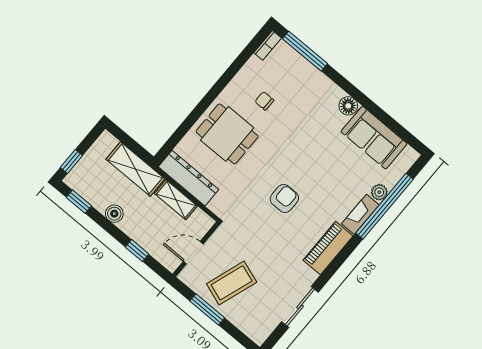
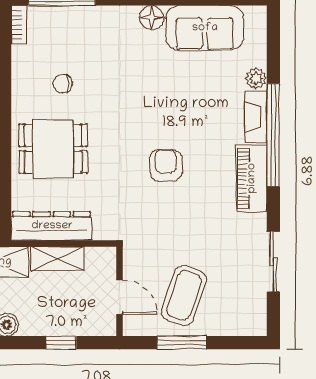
window: (385, 206) -> (273, 135), moved
door: (193, 253) -> (120, 297), swing flipped

